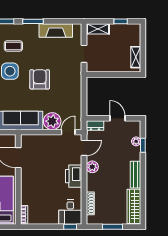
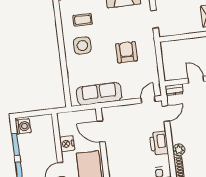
armchair: (40, 79) -> (127, 52), moved
plant: (52, 121) -> (131, 91), removed
plant: (92, 167) -> (179, 150), moved

